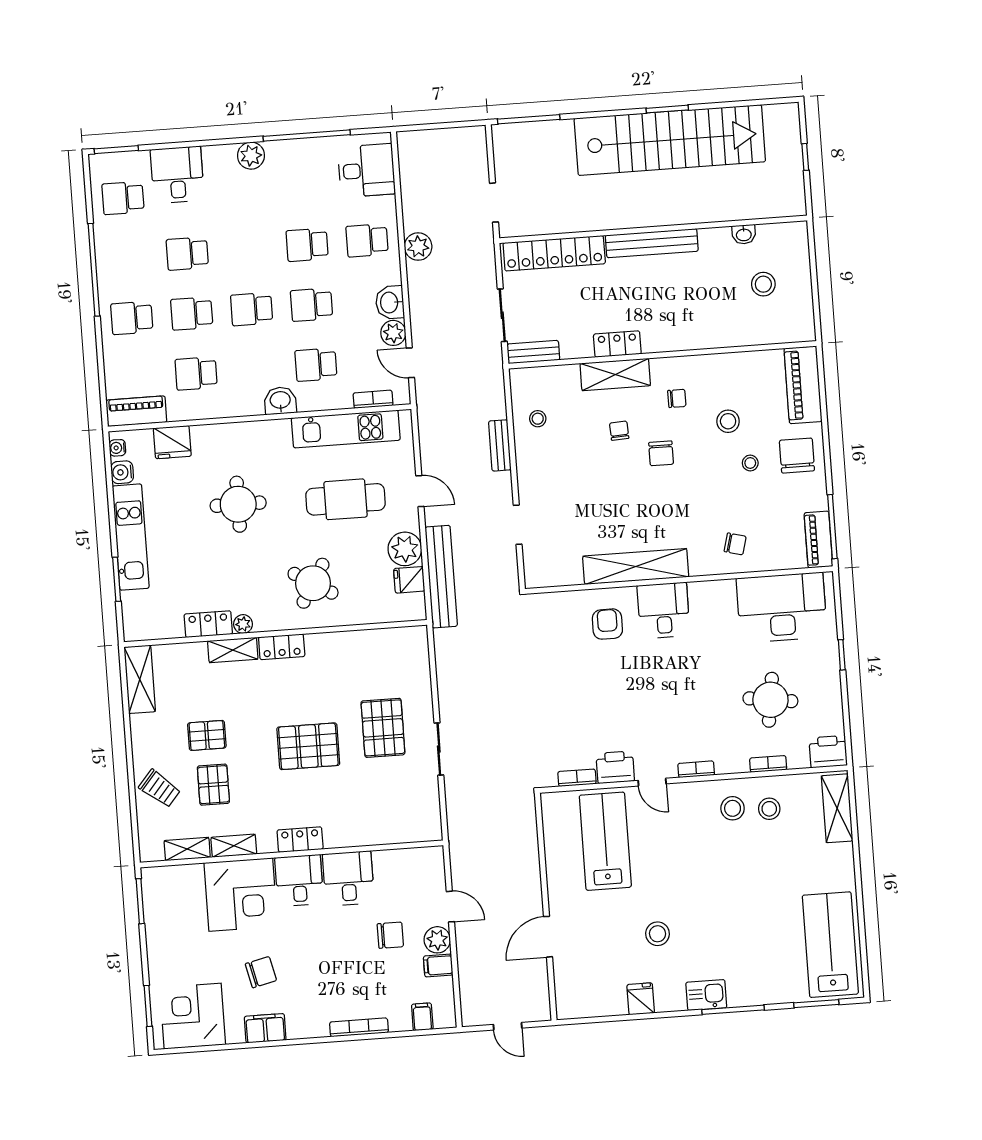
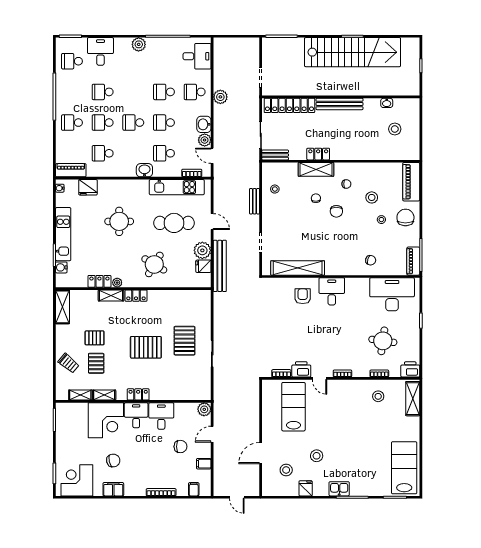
water cooler: (122, 472) -> (61, 267), moved
shelving: (636, 567) -> (298, 268), moved
stool: (733, 808) -> (286, 470), moved
door: (450, 907) -> (212, 434), swing flipped
plant: (437, 940) -> (204, 409), moved

